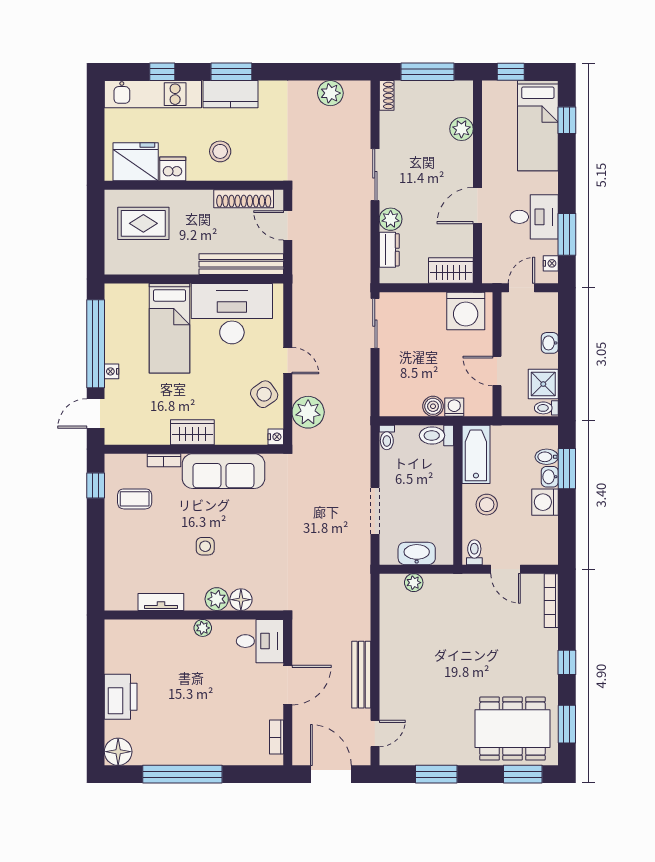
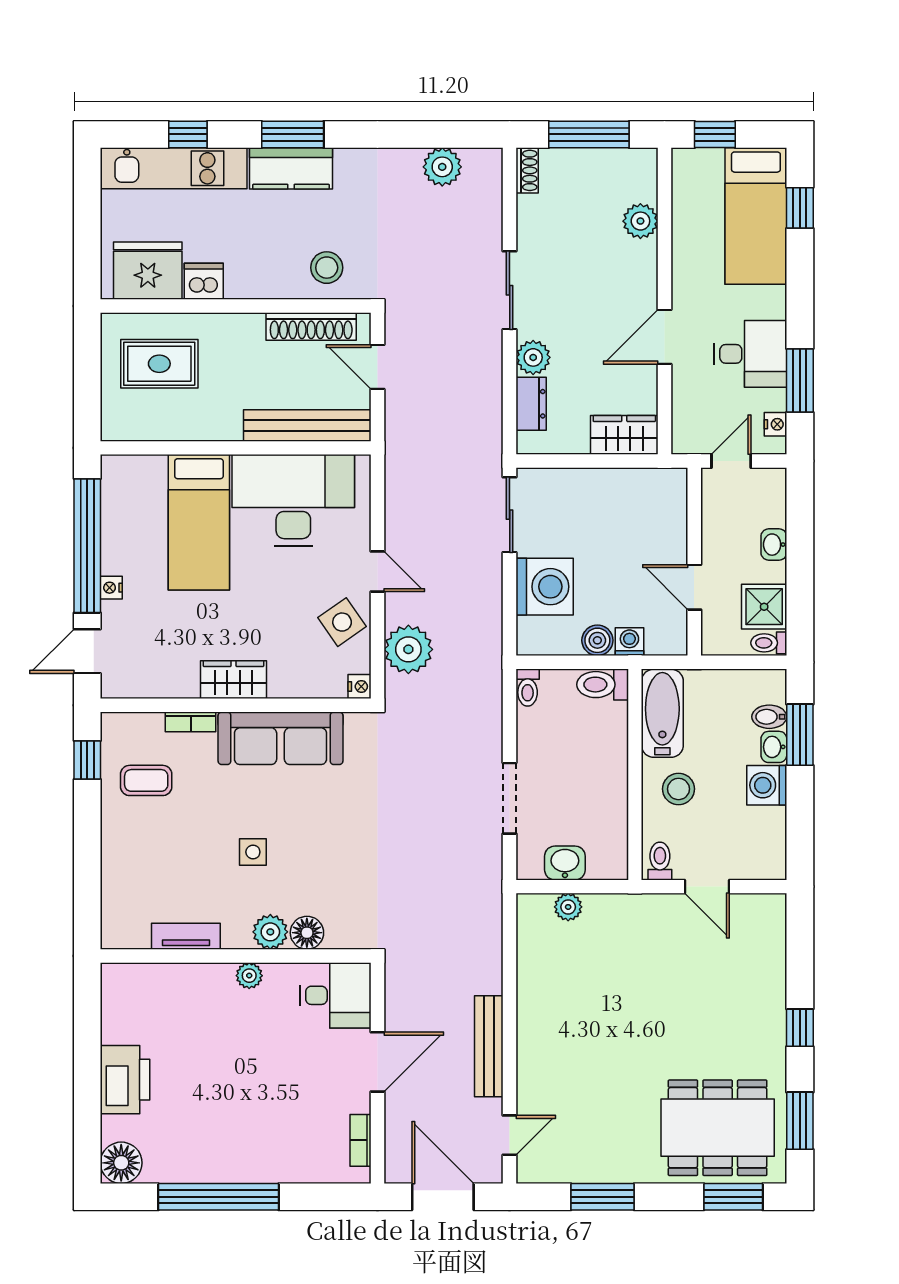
stool: (220, 151) -> (327, 268), moved
washing machine: (466, 311) -> (545, 587), moved, turned -90
washbasin: (417, 553) -> (565, 863), width x0.72
bookcase: (551, 601) -> (776, 934), removed

